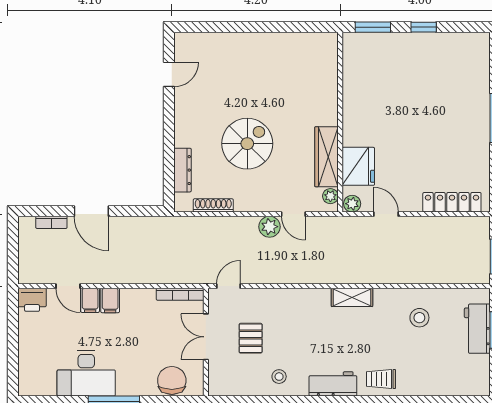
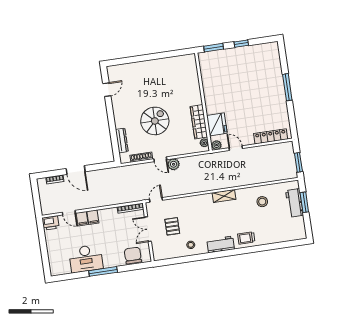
door: (293, 214) -> (160, 159), moved

